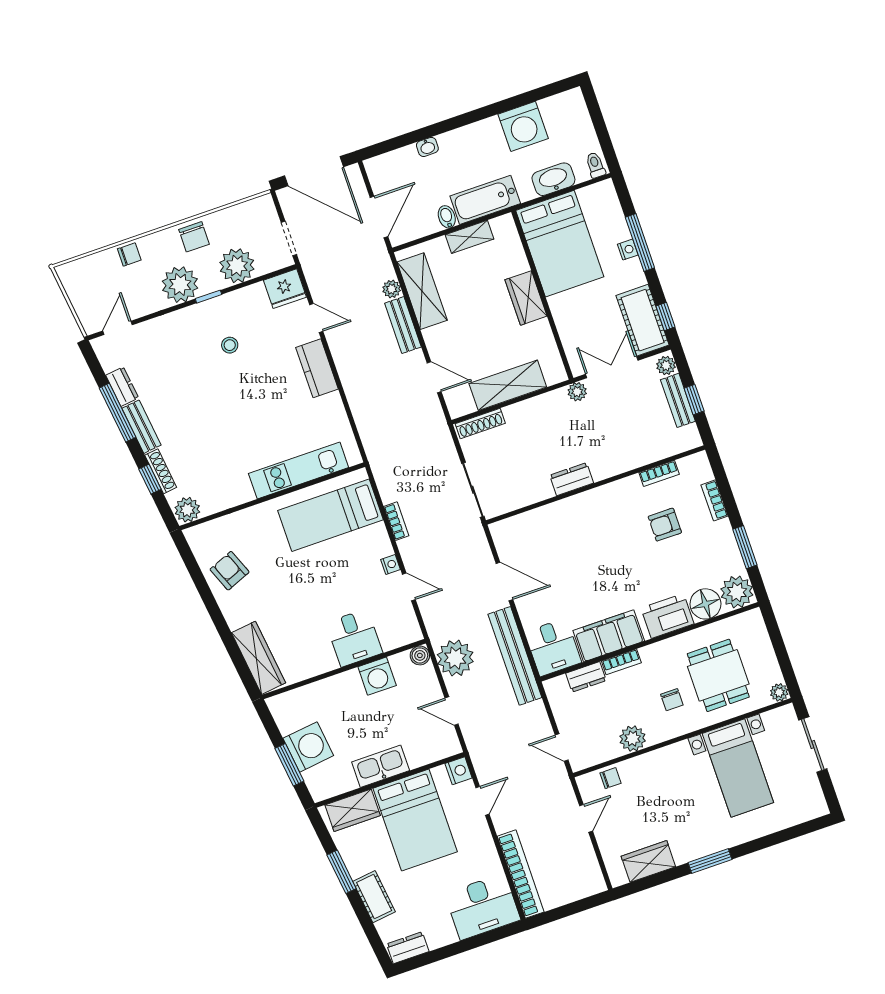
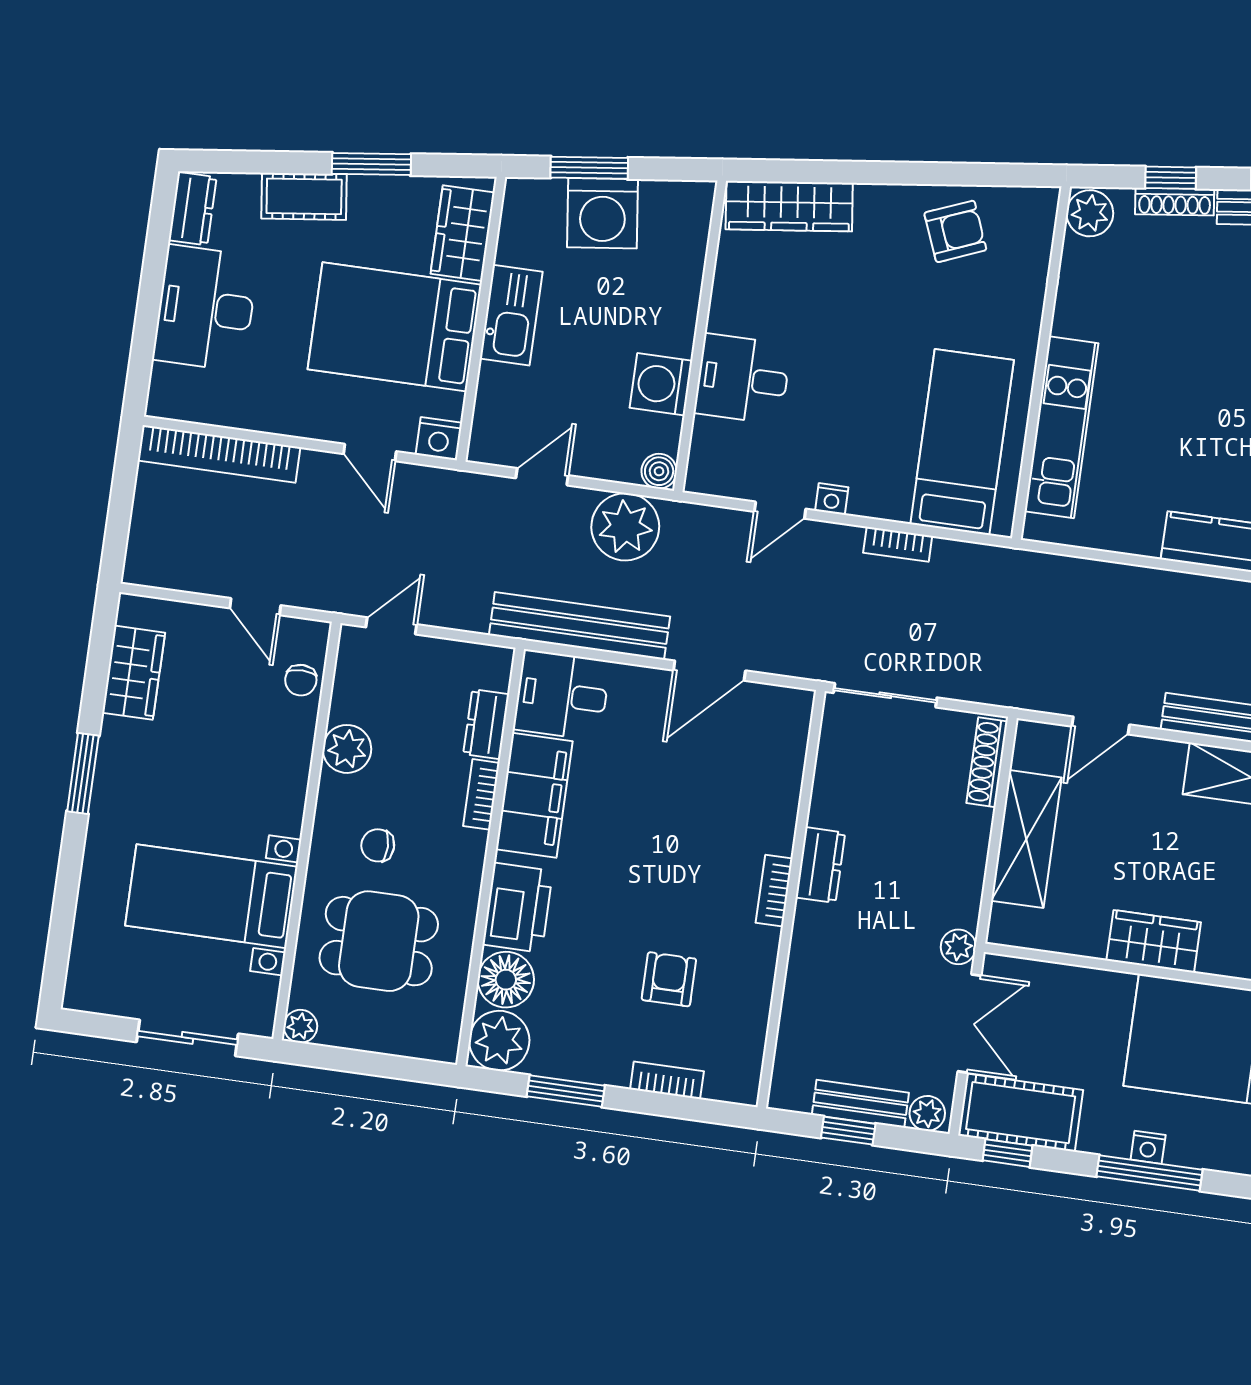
bookcase: (659, 473) -> (774, 891), moved
desk: (483, 907) -> (205, 308), moved

